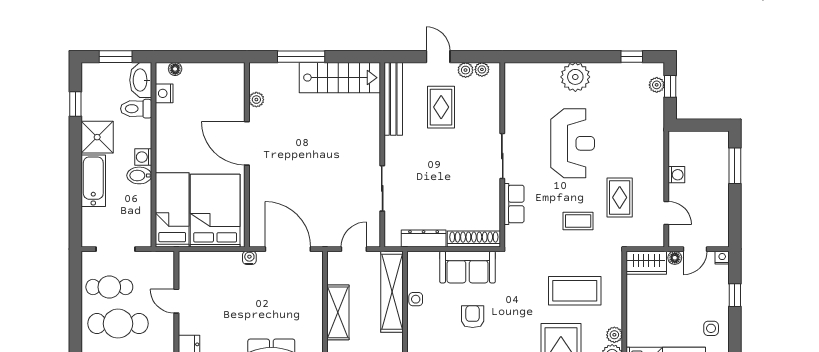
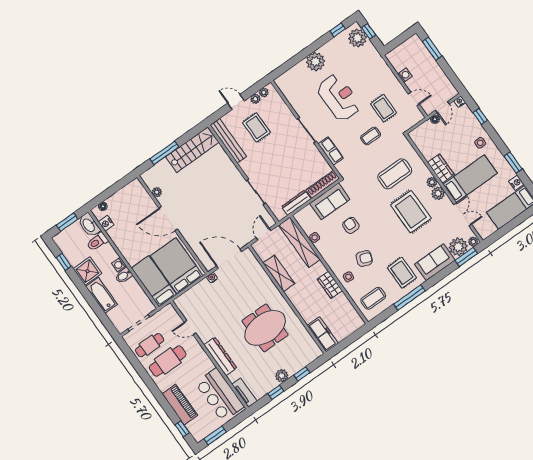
plant: (657, 85) -> (358, 38), width x1.87, depth x1.87
wardrobe: (646, 263) -> (441, 168), moved, turned -90

